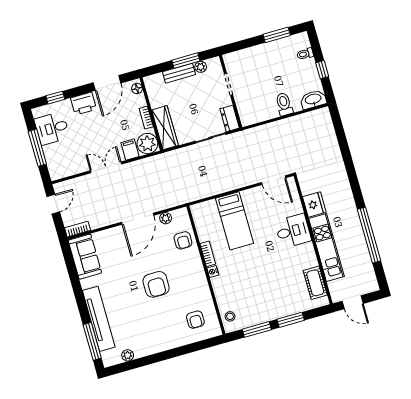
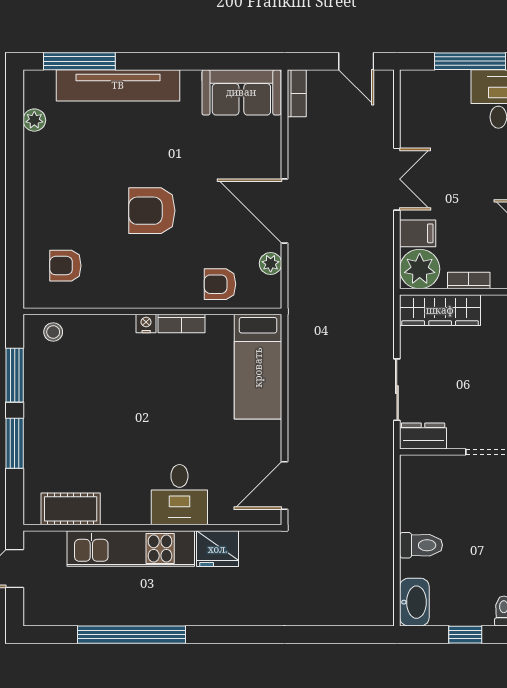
bed: (235, 221) -> (258, 367), moved, turned -90

